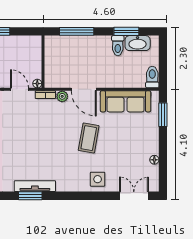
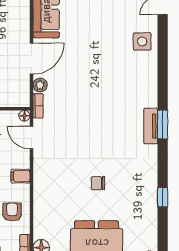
door: (20, 89) -> (31, 138), hinge flipped
coffee table: (89, 138) -> (91, 52), removed
tv unit: (35, 186) -> (151, 126), width x0.71

